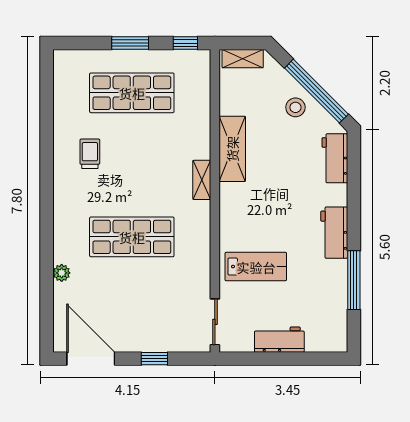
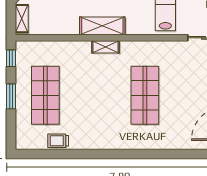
shelving: (232, 149) -> (102, 26), moved
trolley: (90, 154) -> (58, 141), moved
plant: (62, 273) -> (170, 144), removed

